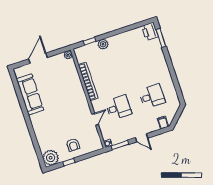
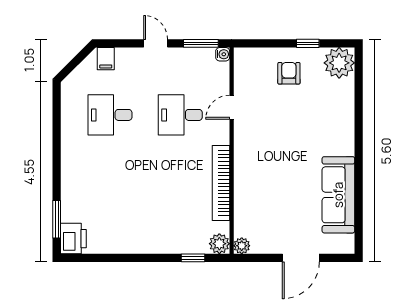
plant: (103, 44) -> (219, 244), moved

